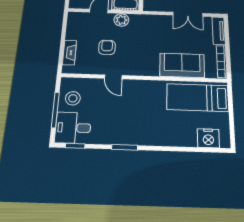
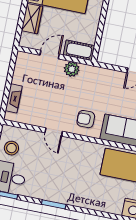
armchair: (107, 47) -> (86, 119), moved, turned -90

